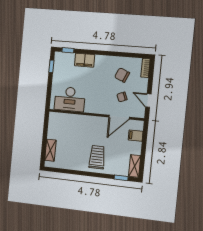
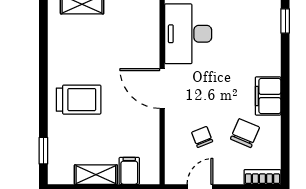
filing cabinet: (85, 60) -> (268, 96), moved
door: (119, 117) -> (162, 89), moved
shelving: (135, 166) -> (96, 175), moved

